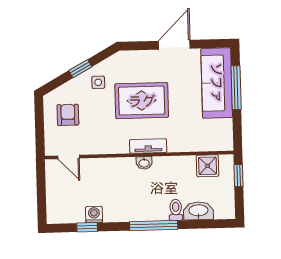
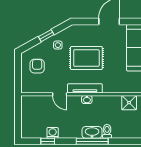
tv unit: (148, 146) -> (85, 88), width x1.41
door: (69, 157) -> (60, 94), moved
washbasin: (198, 211) -> (92, 132), moved

